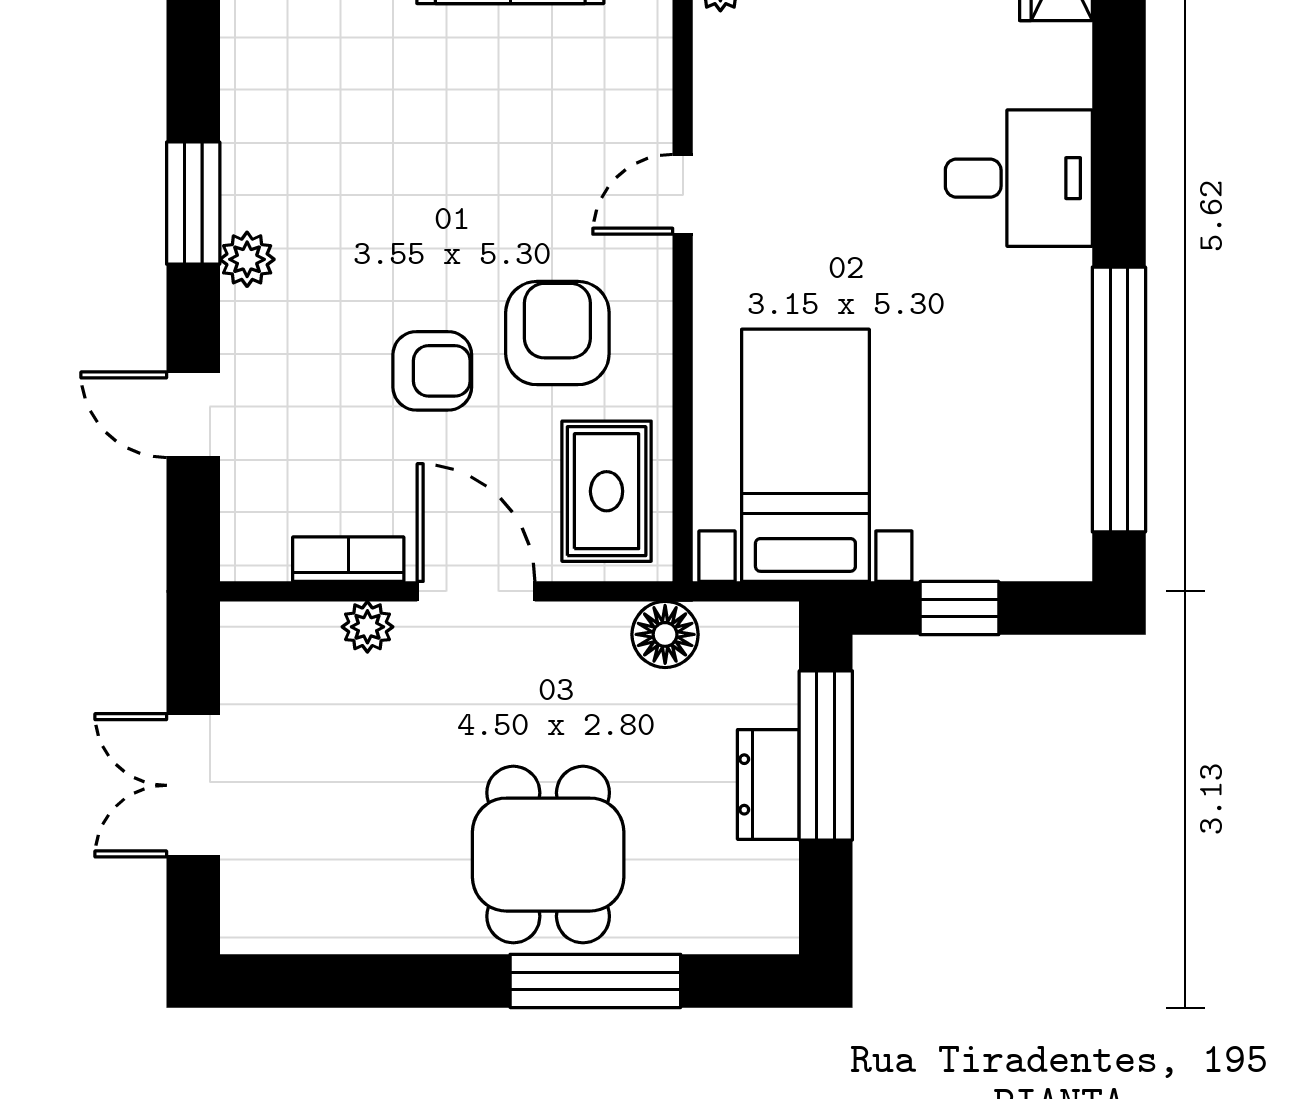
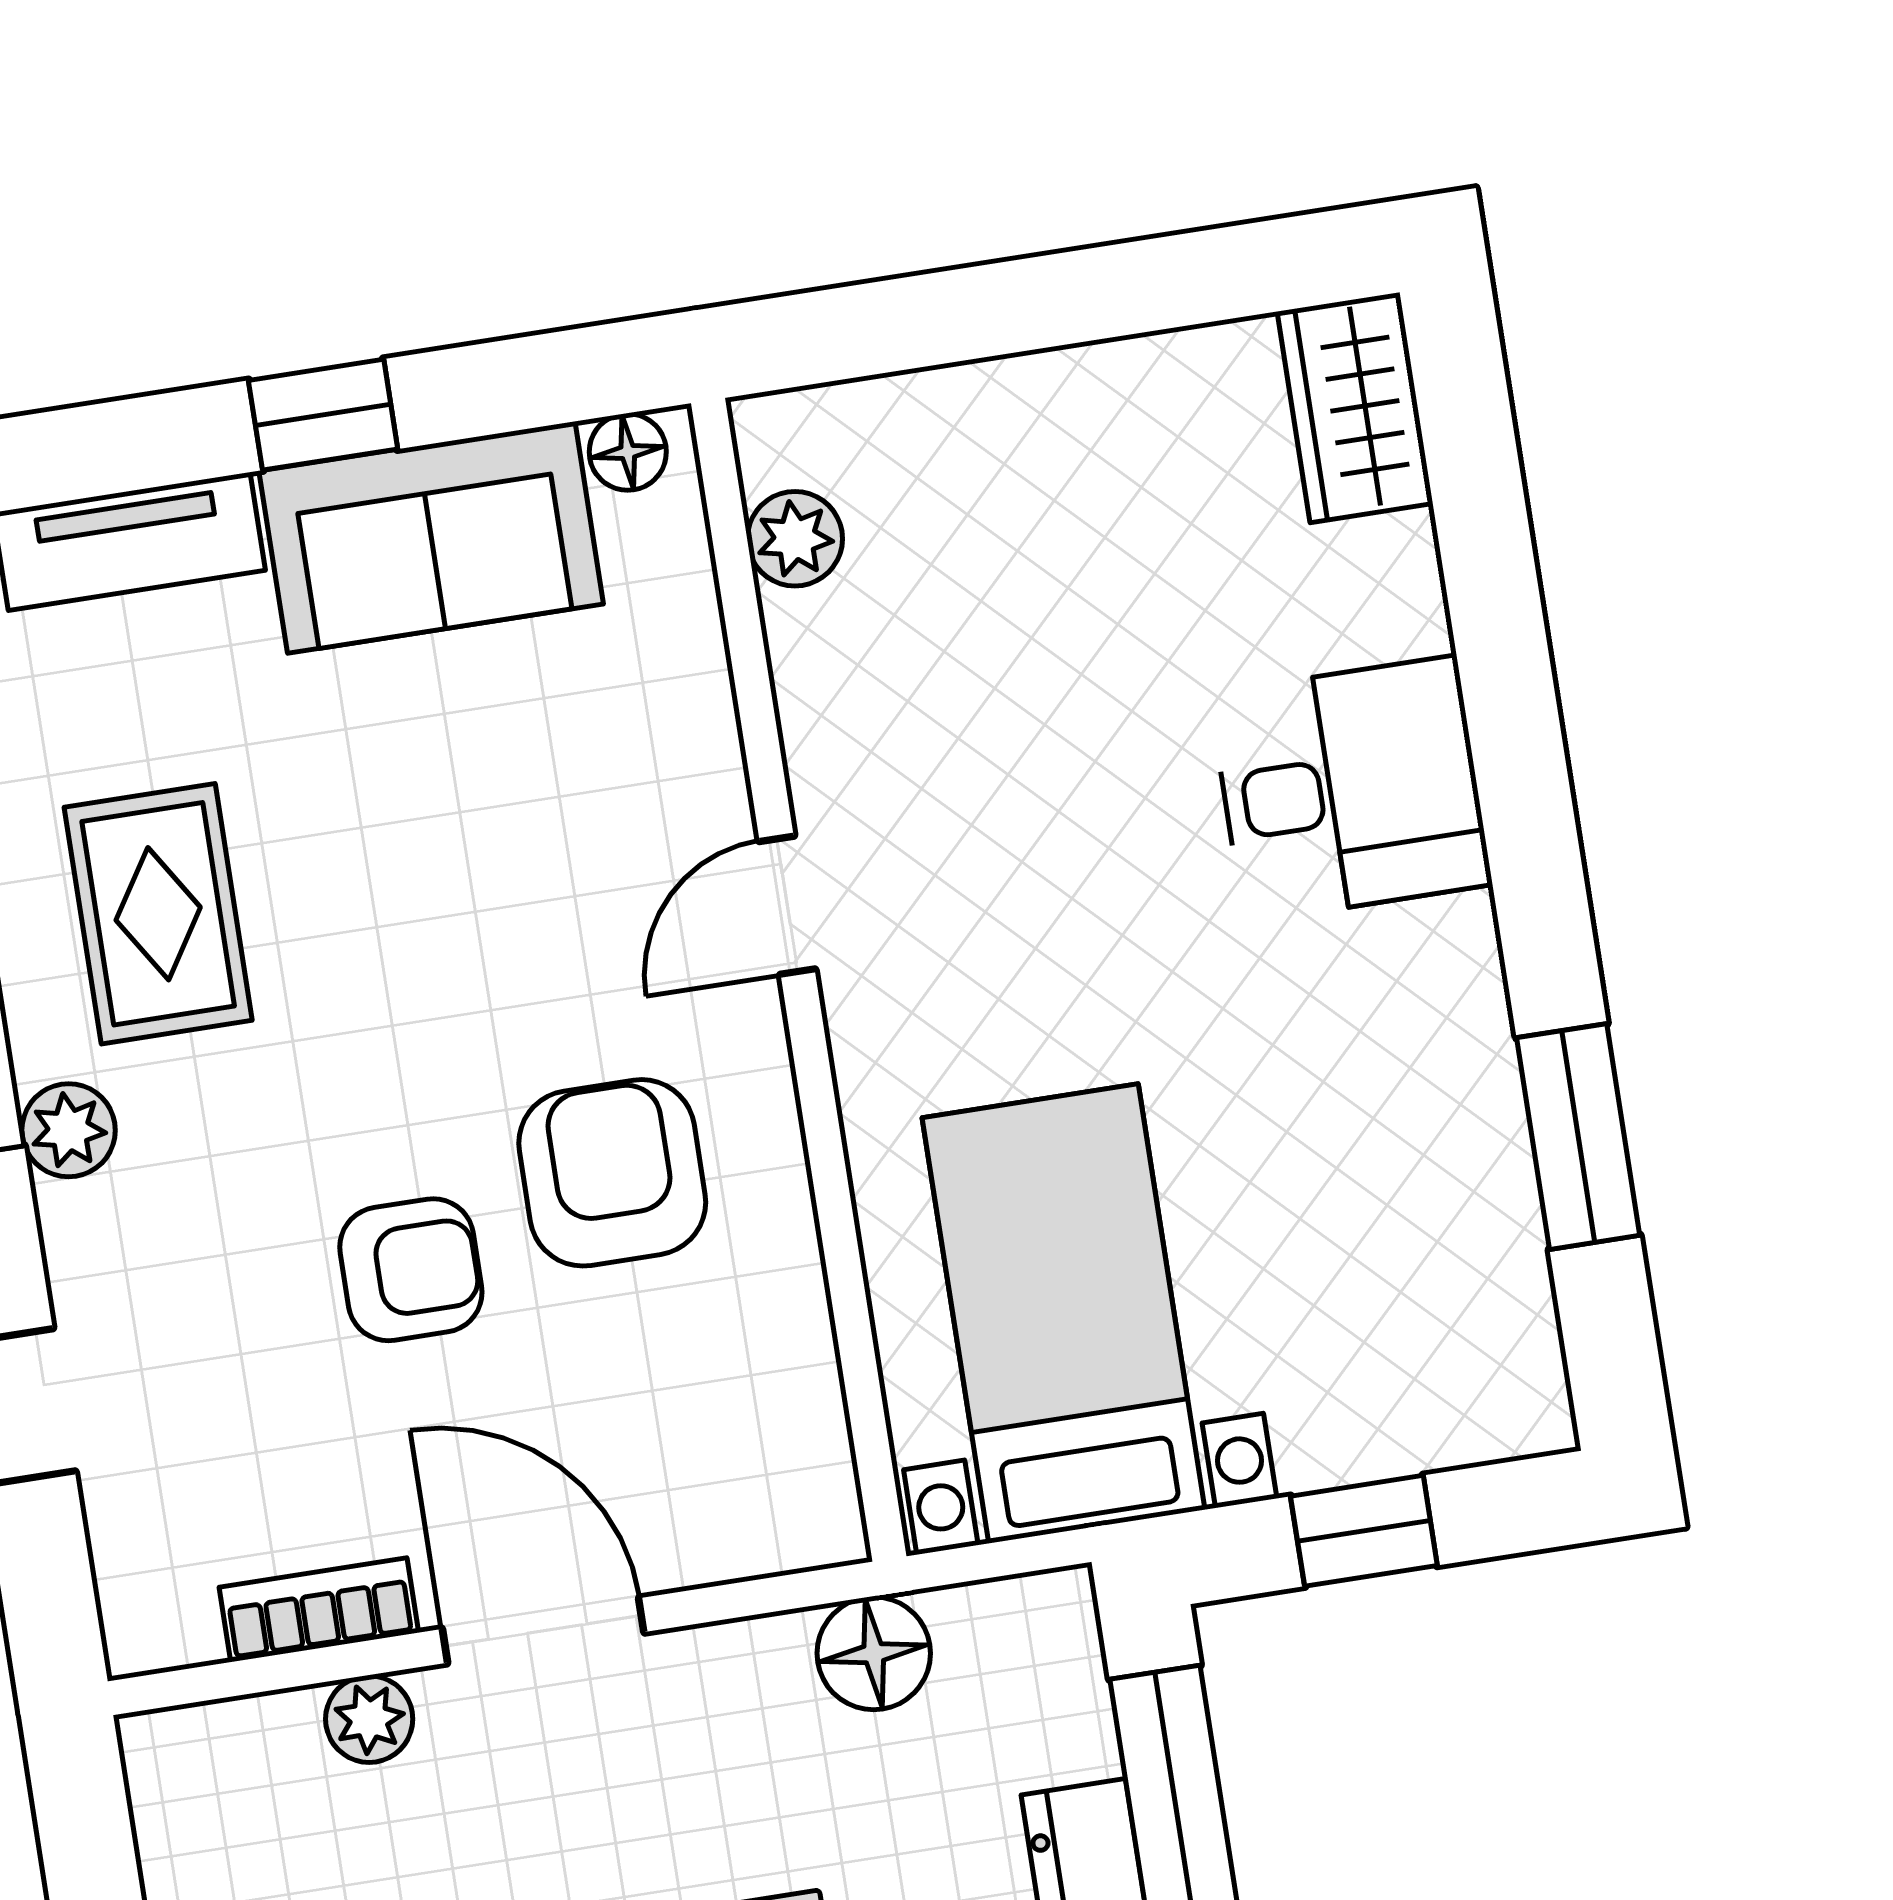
window: (1119, 400) -> (1578, 1137), width x0.47
rug: (607, 491) -> (158, 914), moved

